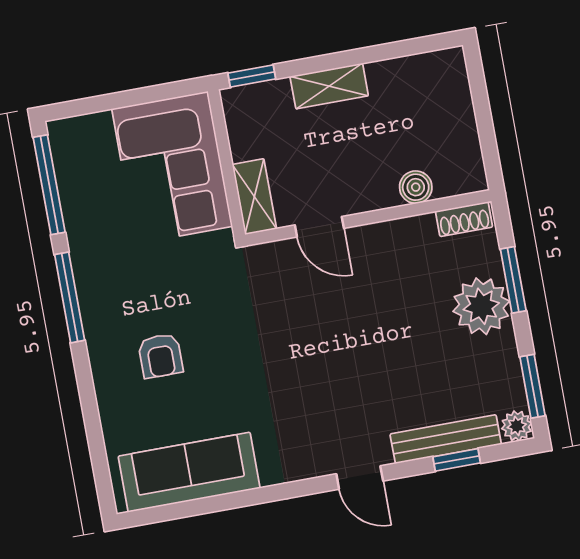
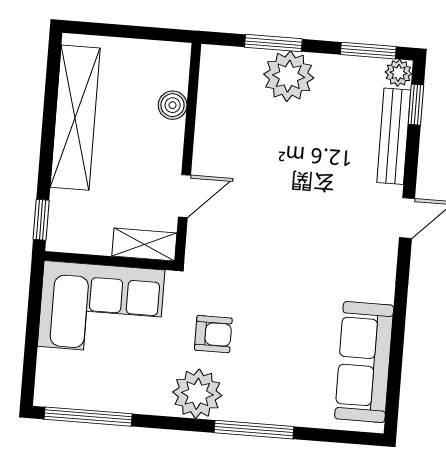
shelving: (329, 86) -> (75, 118), width x2.20, depth x1.33
shoe rack: (464, 219) -> (211, 71), removed
window: (70, 297) -> (254, 430), moved
plant: (106, 298) -> (197, 394), added
armchair: (160, 356) -> (213, 334), moved
window: (457, 460) -> (416, 105), moved

